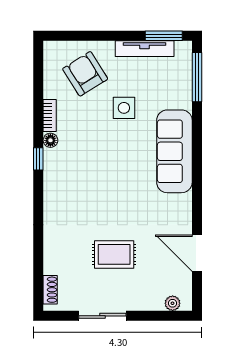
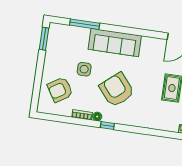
tv unit: (145, 49) -> (50, 51), removed
window: (197, 77) -> (85, 24), moved
armchair: (98, 166) -> (117, 90), added

